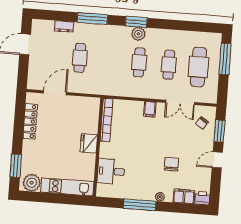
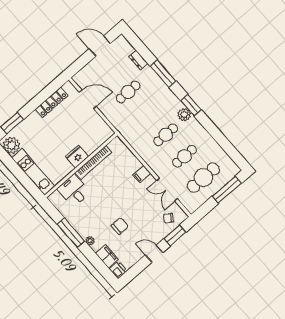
bookcase: (106, 120) -> (93, 162), moved

